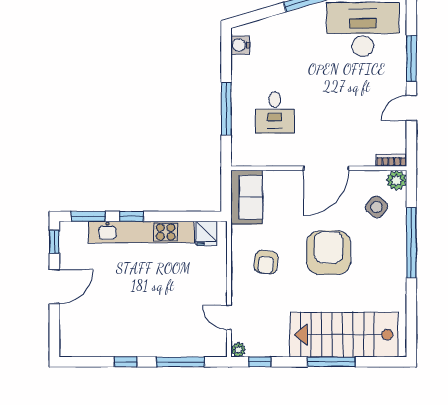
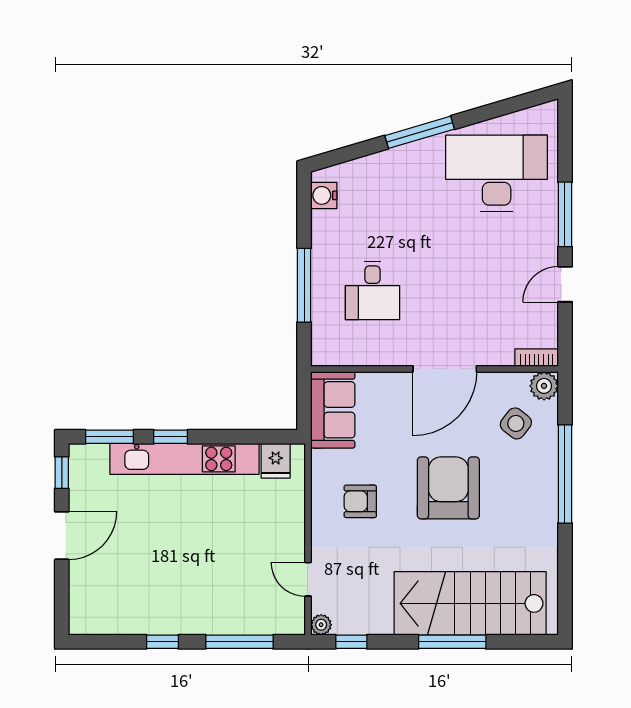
armchair: (266, 262) -> (360, 501), turned 83

